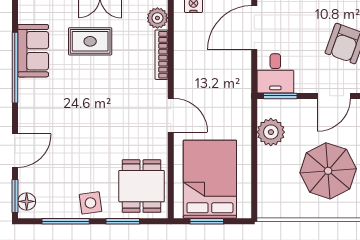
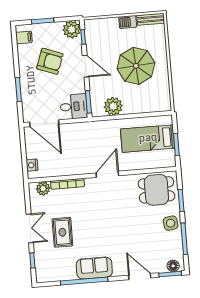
sofa: (33, 51) -> (94, 268), moved
bed: (210, 179) -> (148, 139), width x0.67

